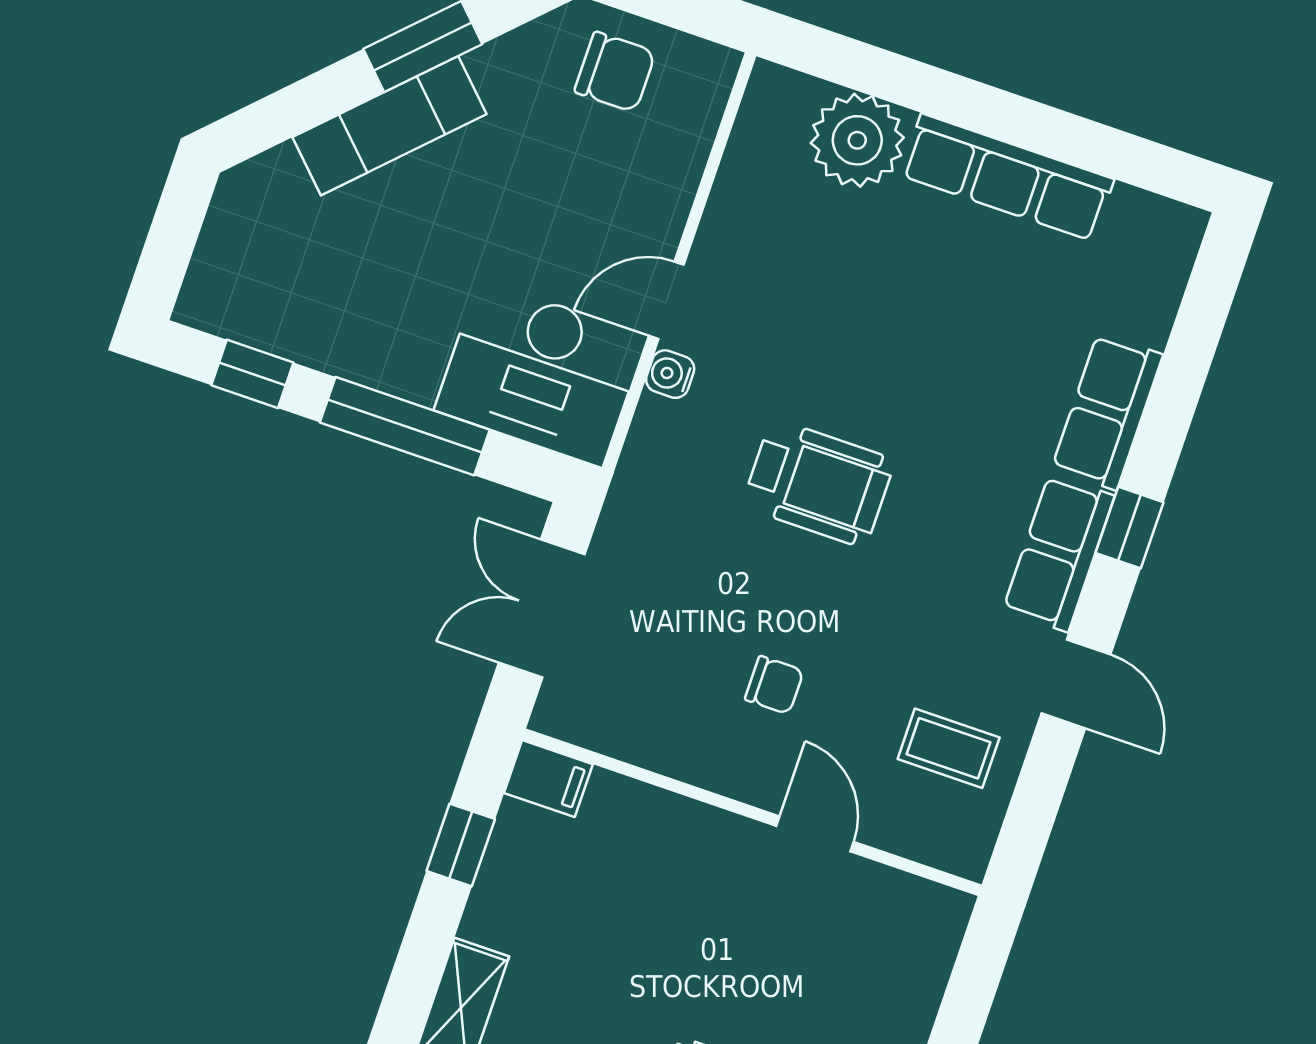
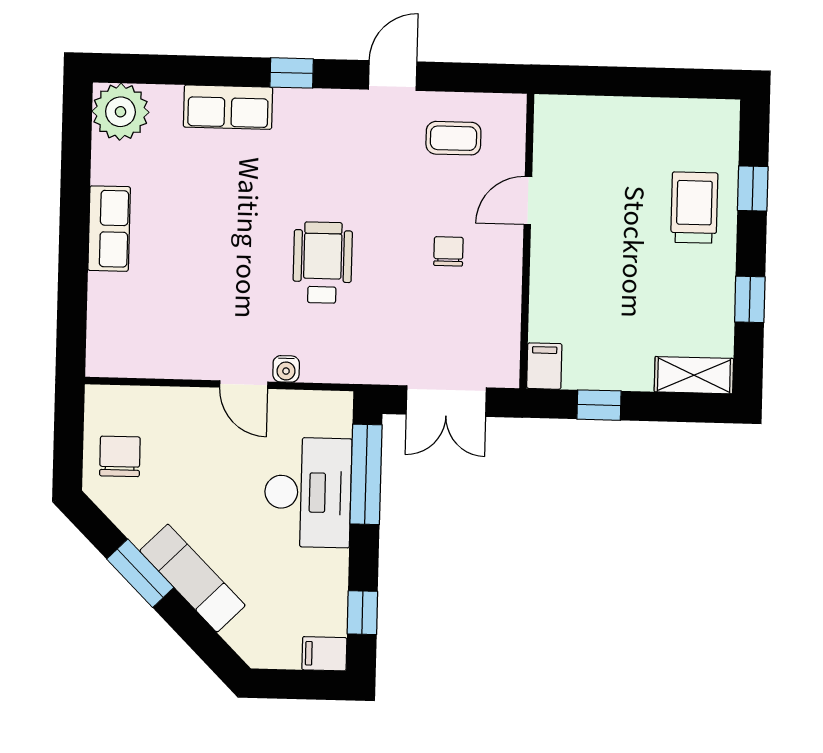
plant: (857, 140) -> (120, 112), moved
row of seats: (1007, 177) -> (109, 229), width x0.68
filing cabinet: (207, 295) -> (324, 654), added
desk: (541, 373) -> (308, 492), moved
window: (405, 426) -> (366, 474), moved
row of seats: (1059, 553) -> (319, 110), removed
coffee table: (949, 748) -> (453, 138), turned 90

